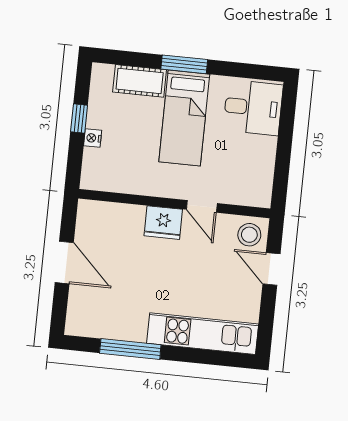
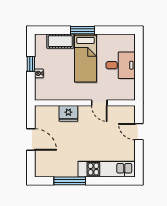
desk: (253, 108) -> (121, 65), moved
fridge: (163, 223) -> (68, 113), moved
stool: (249, 235) -> (126, 115), removed

